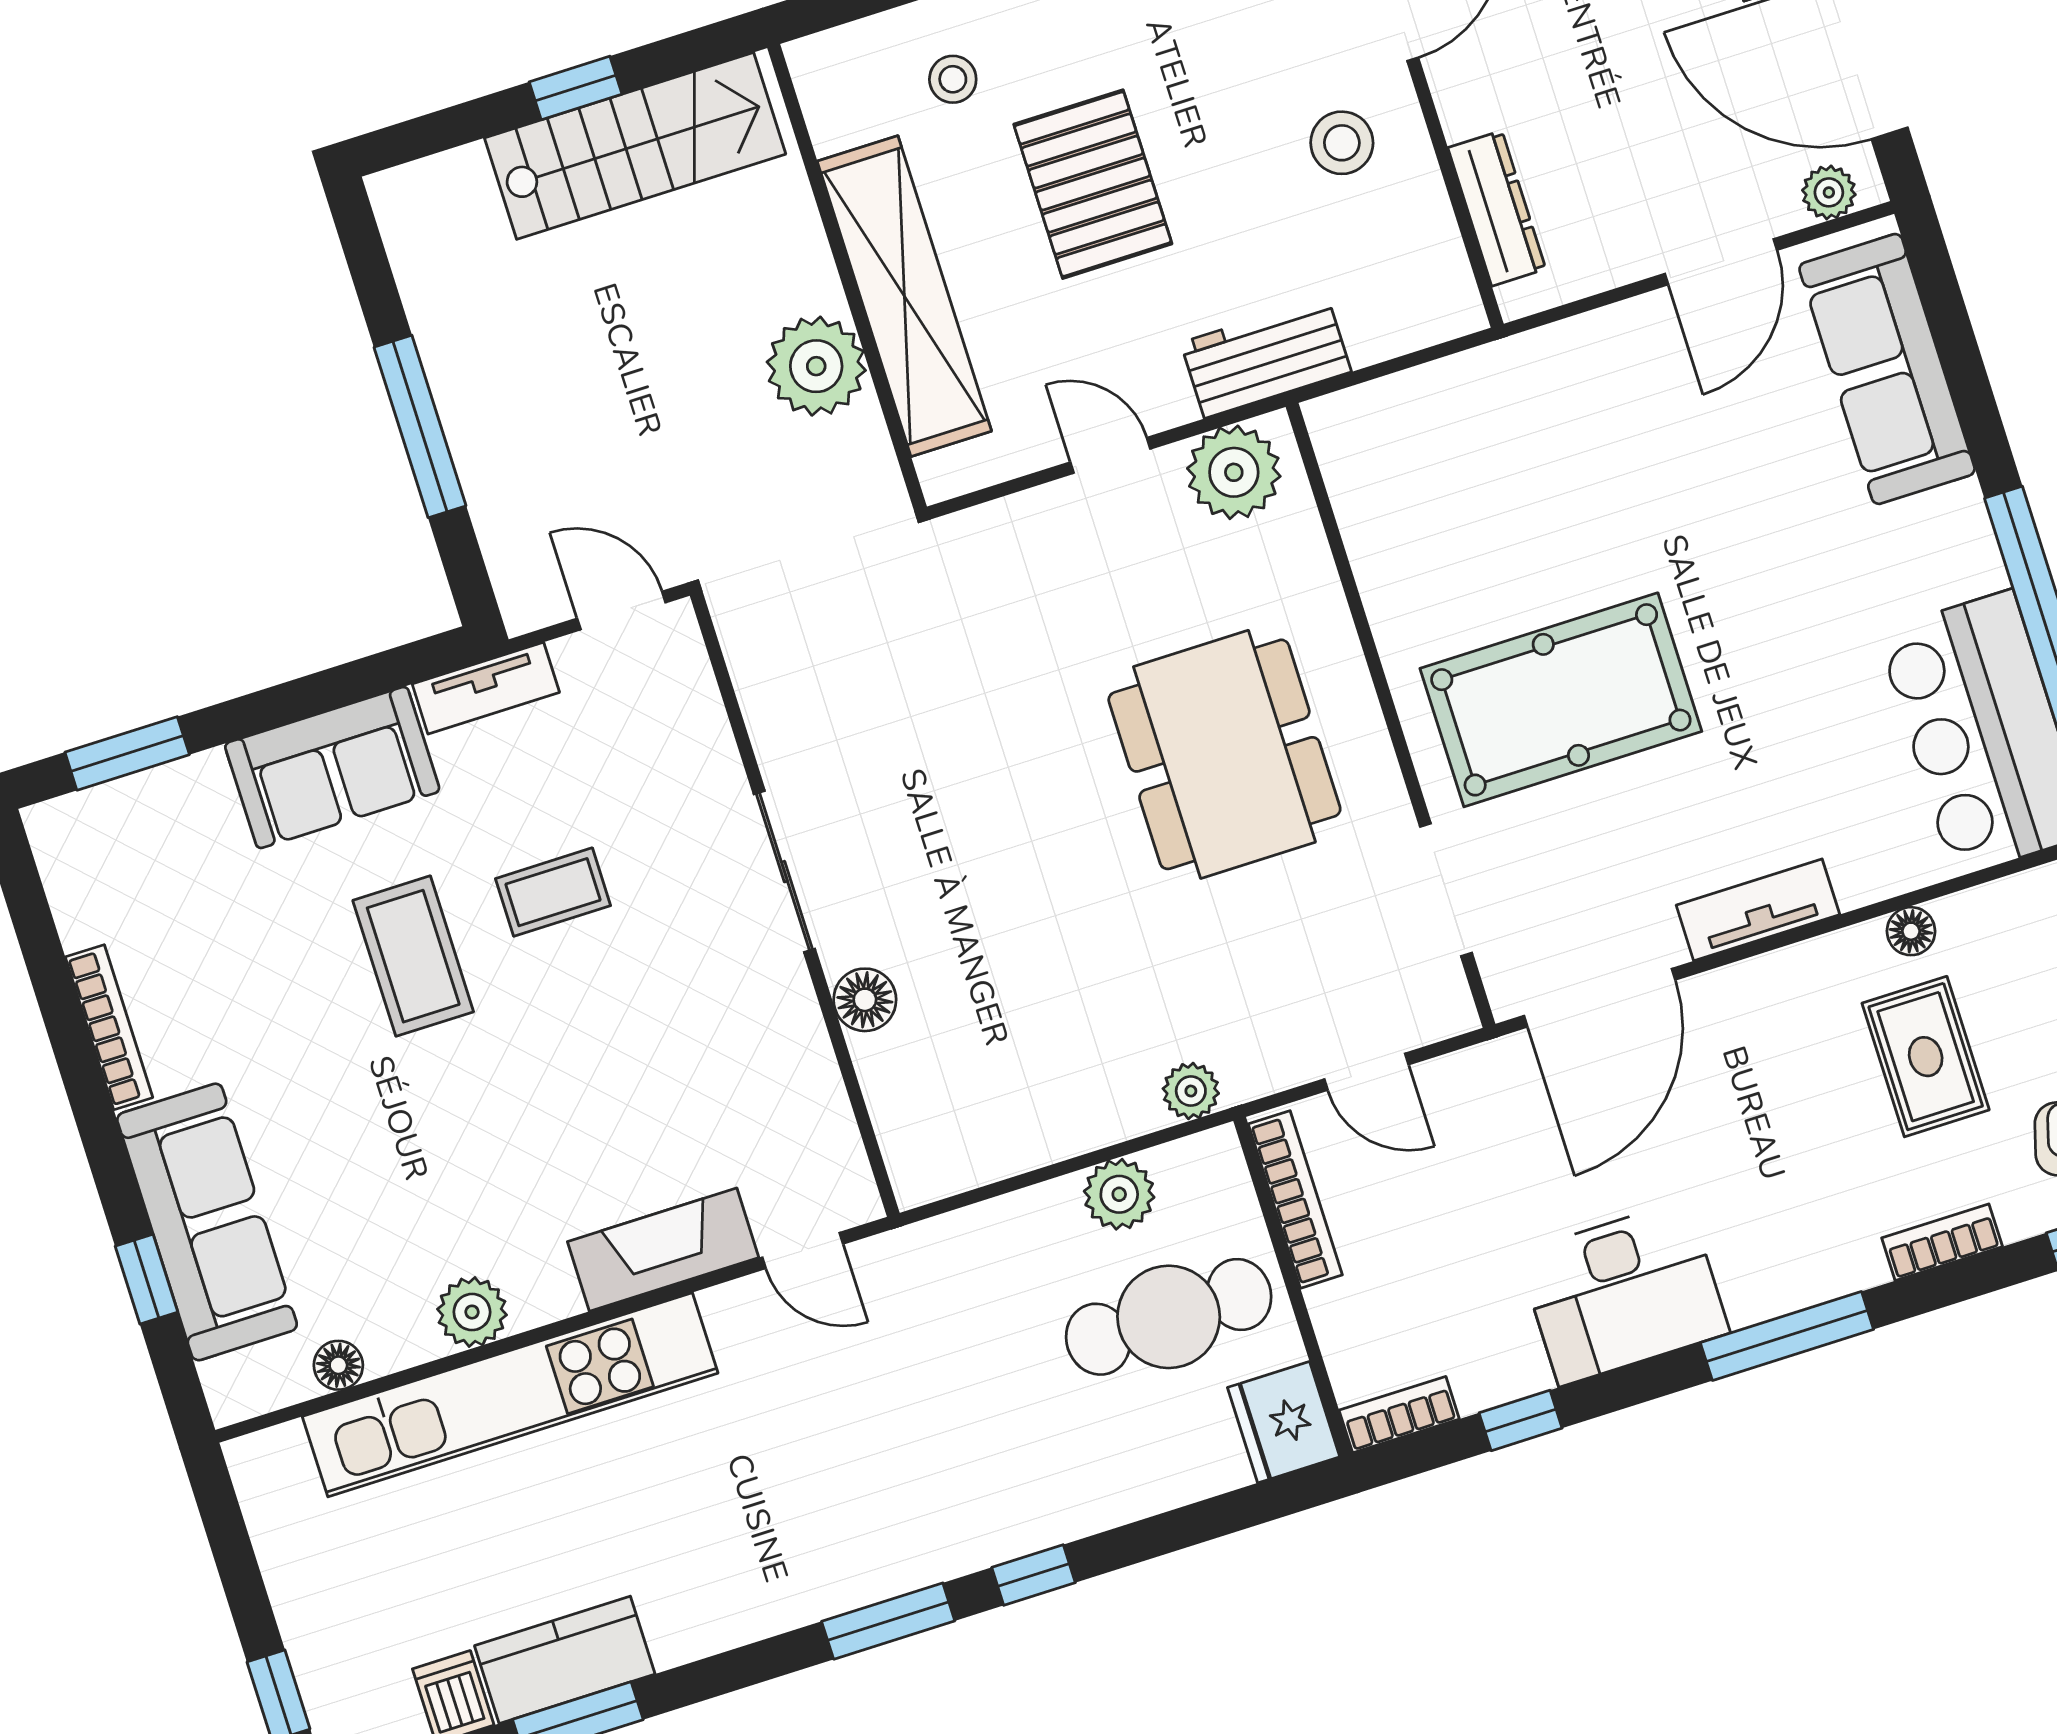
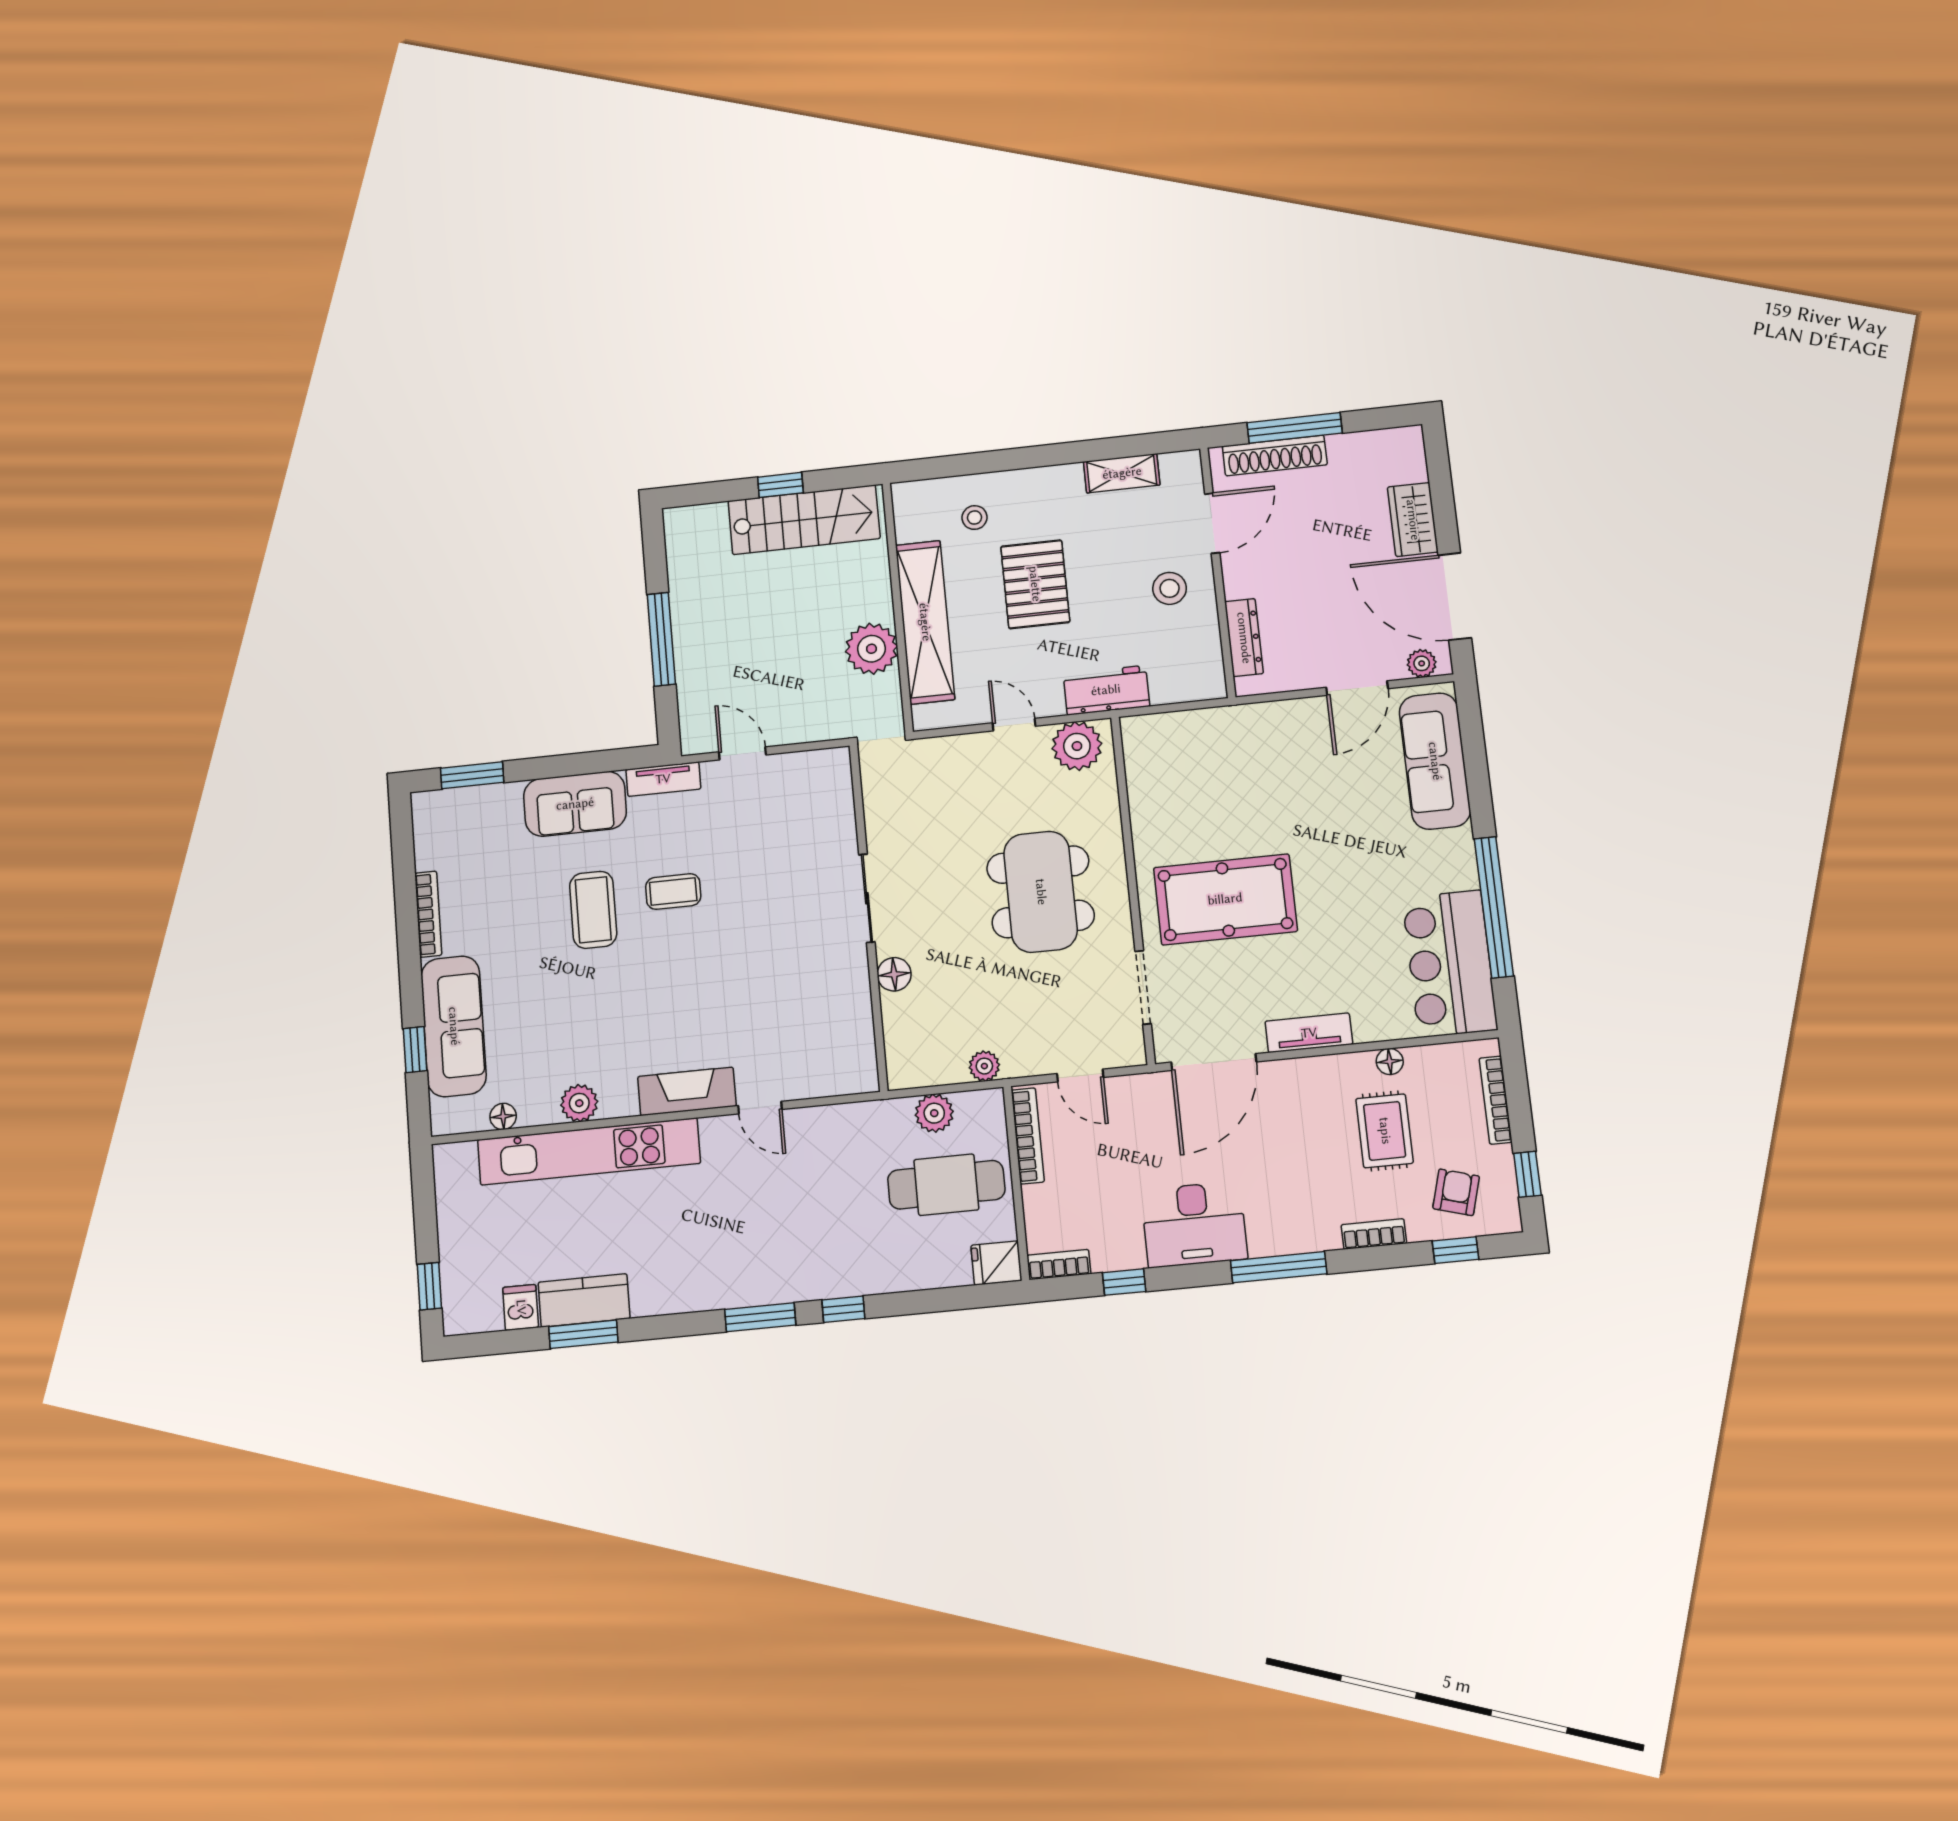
sliding door: (784, 872) -> (867, 898), moved
wall: (795, 904) -> (868, 917), moved
floor lamp: (865, 1000) -> (894, 974), moved
fridge: (1284, 1422) -> (996, 1263), width x0.72

